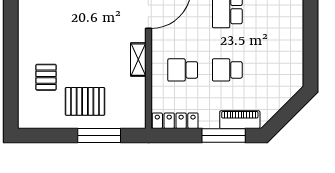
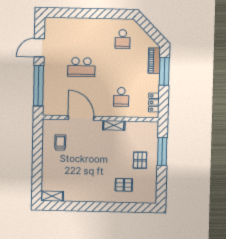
school desk: (227, 70) -> (123, 39), moved
pallet: (85, 101) -> (140, 160), width x0.67, depth x0.71
locker: (175, 121) -> (154, 103), width x0.66

